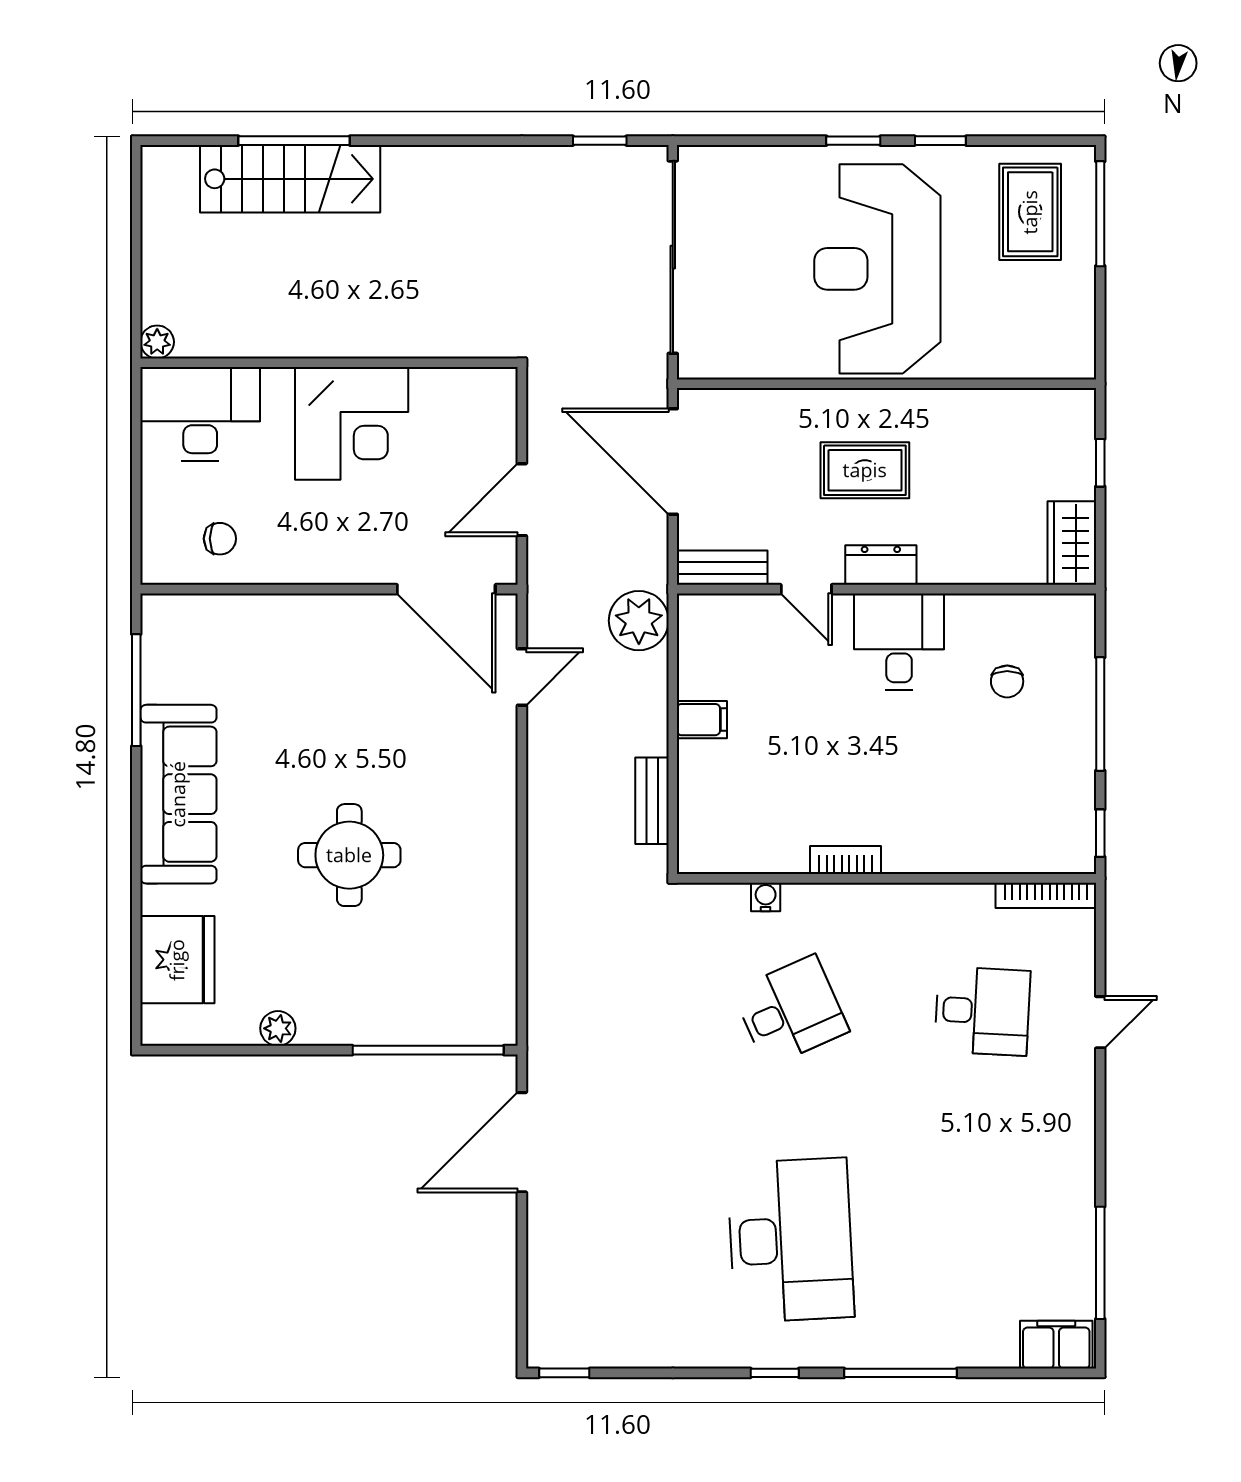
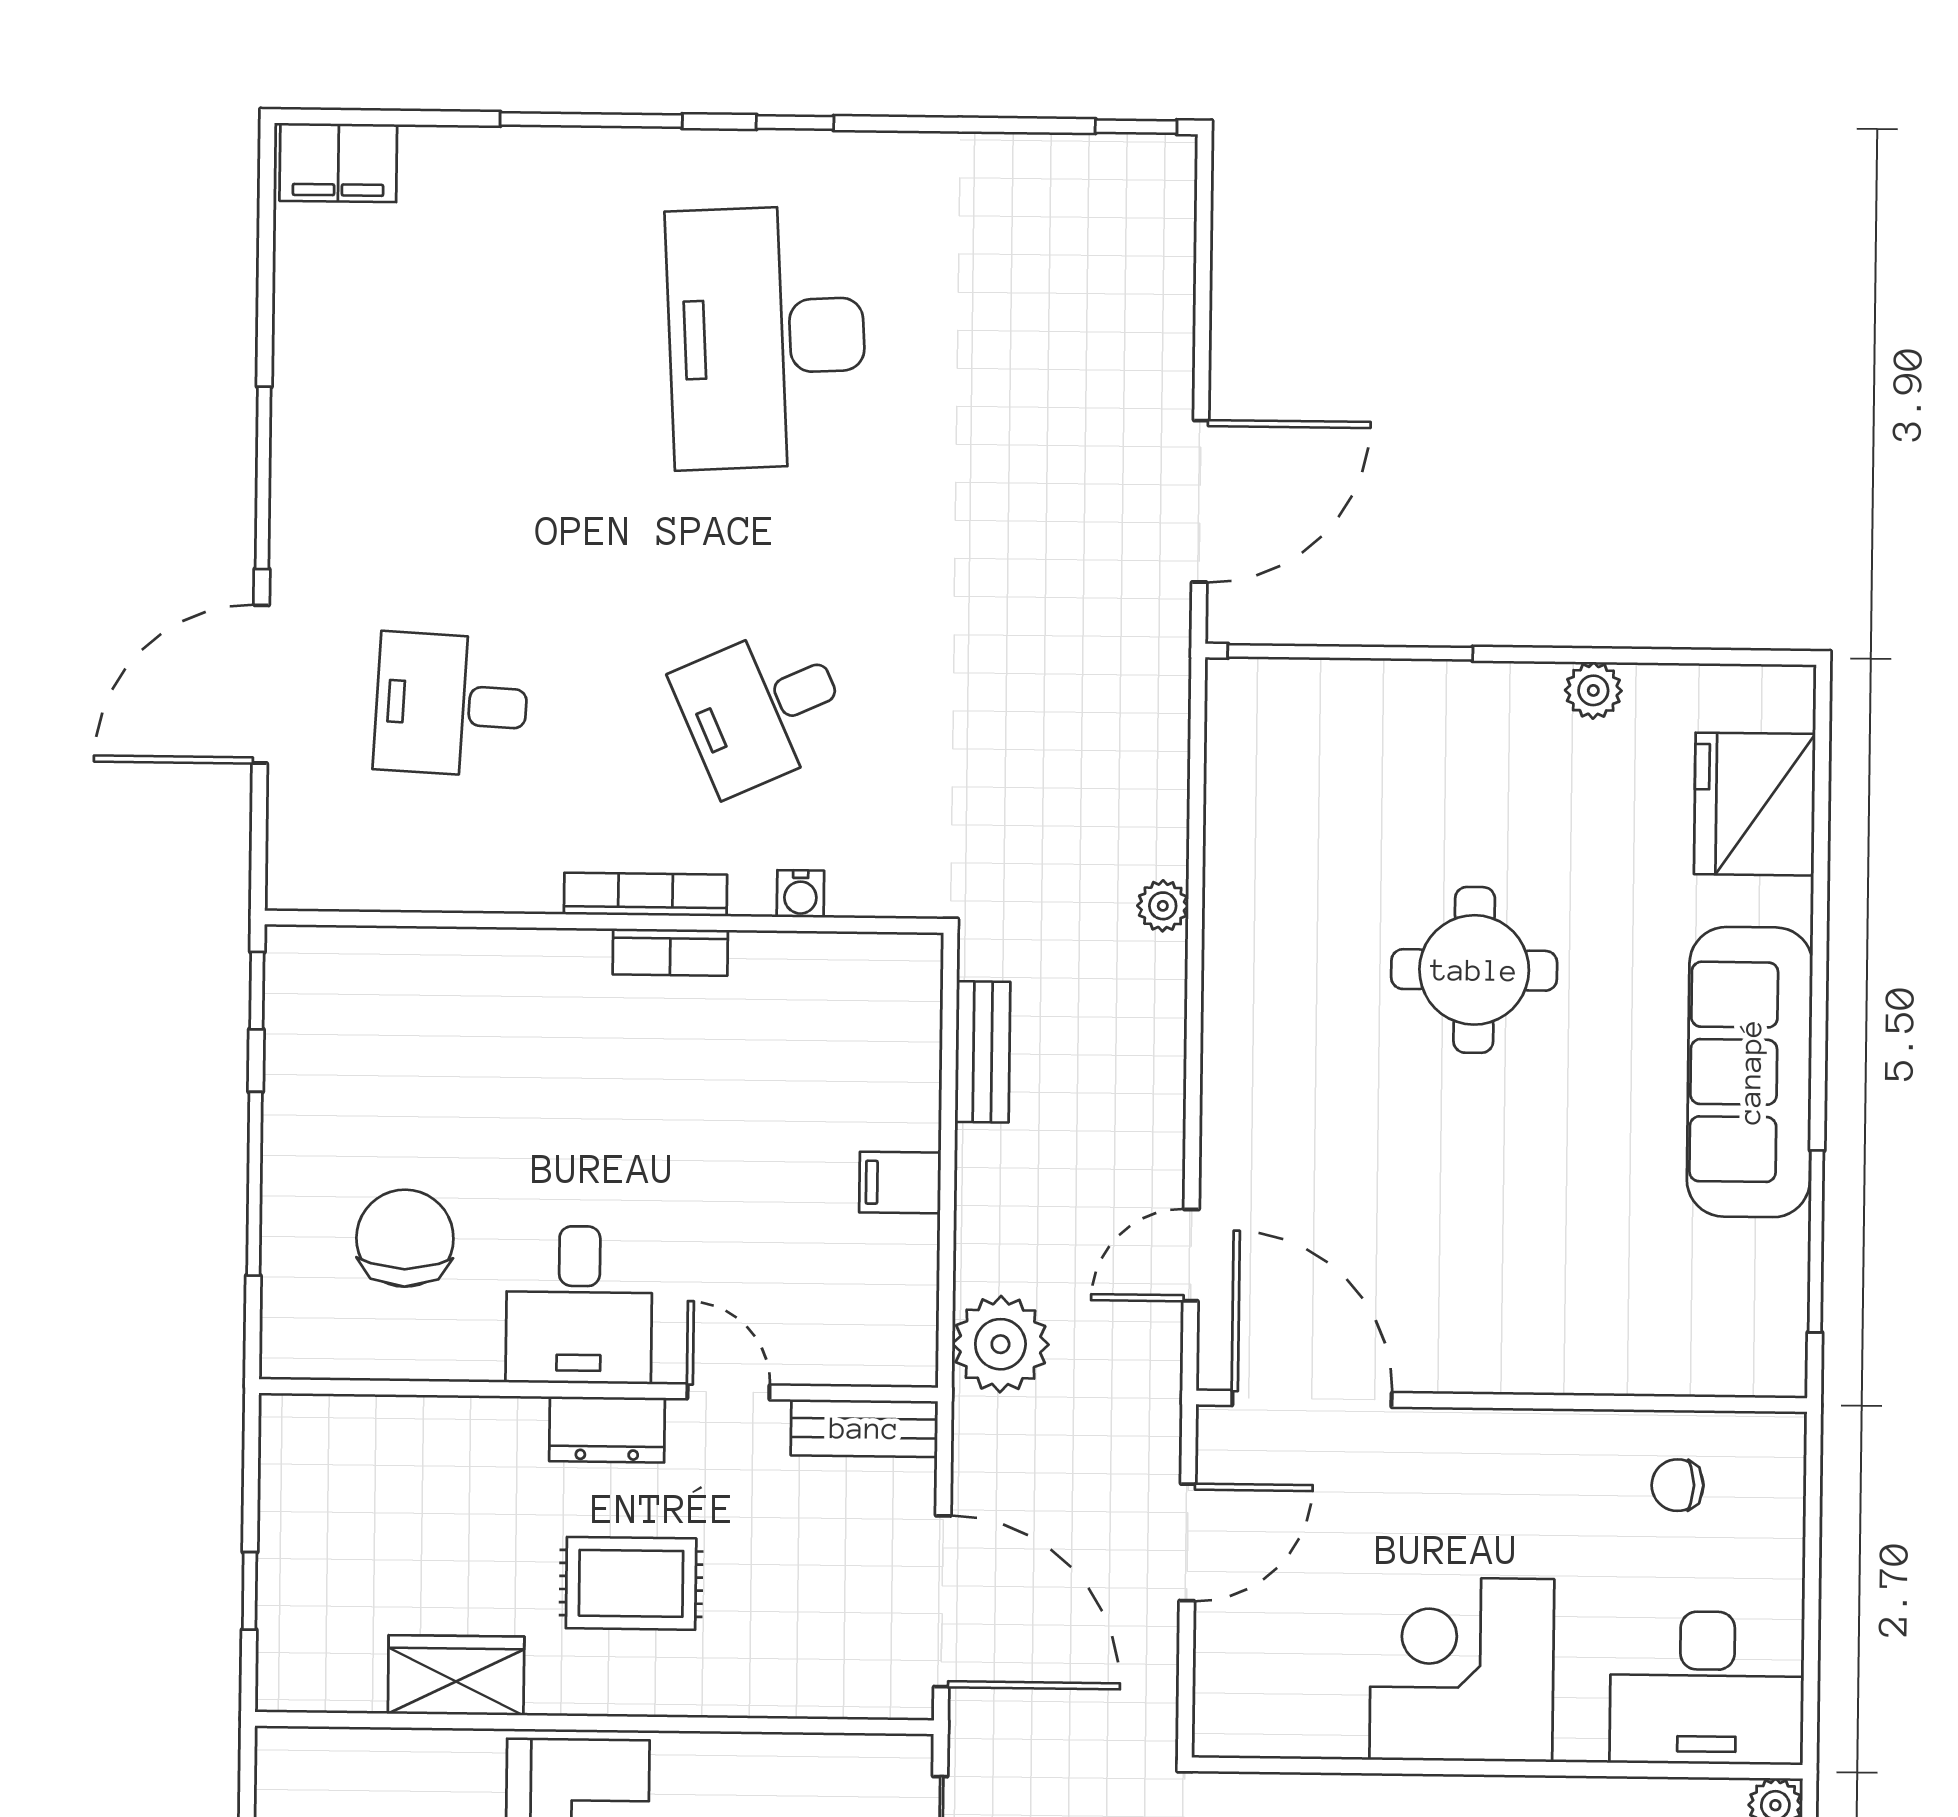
wardrobe: (1072, 543) -> (456, 1675), moved, turned -90
chair: (1007, 681) -> (405, 1238), width x1.87, depth x1.87
plant: (542, 892) -> (1163, 906), added
bookcase: (1046, 895) -> (645, 895), moved
door: (1100, 1022) -> (261, 684), width x1.87
window: (1100, 1263) -> (263, 478), moved

